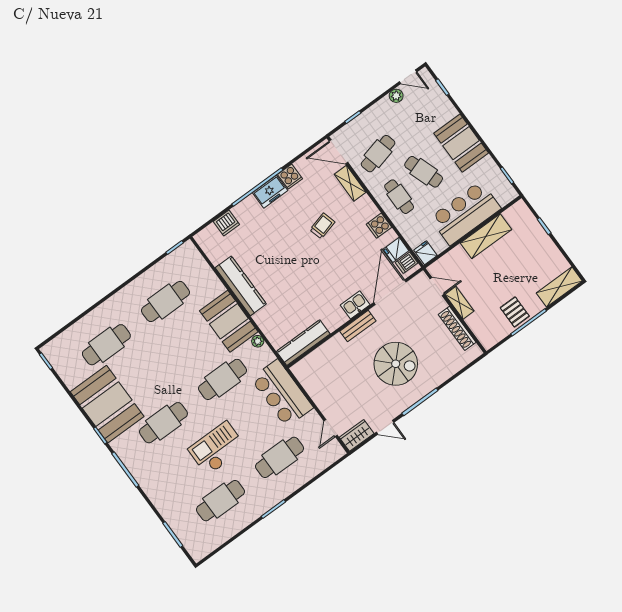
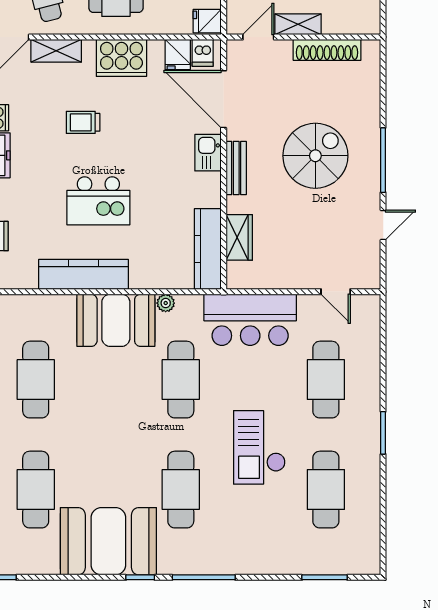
trolley: (322, 226) -> (83, 122), turned -75
cooker: (379, 226) -> (121, 58), width x1.87, depth x1.31
kitchen island: (286, 265) -> (98, 201), added
wardrobe: (357, 435) -> (239, 237), moved, turned 180

